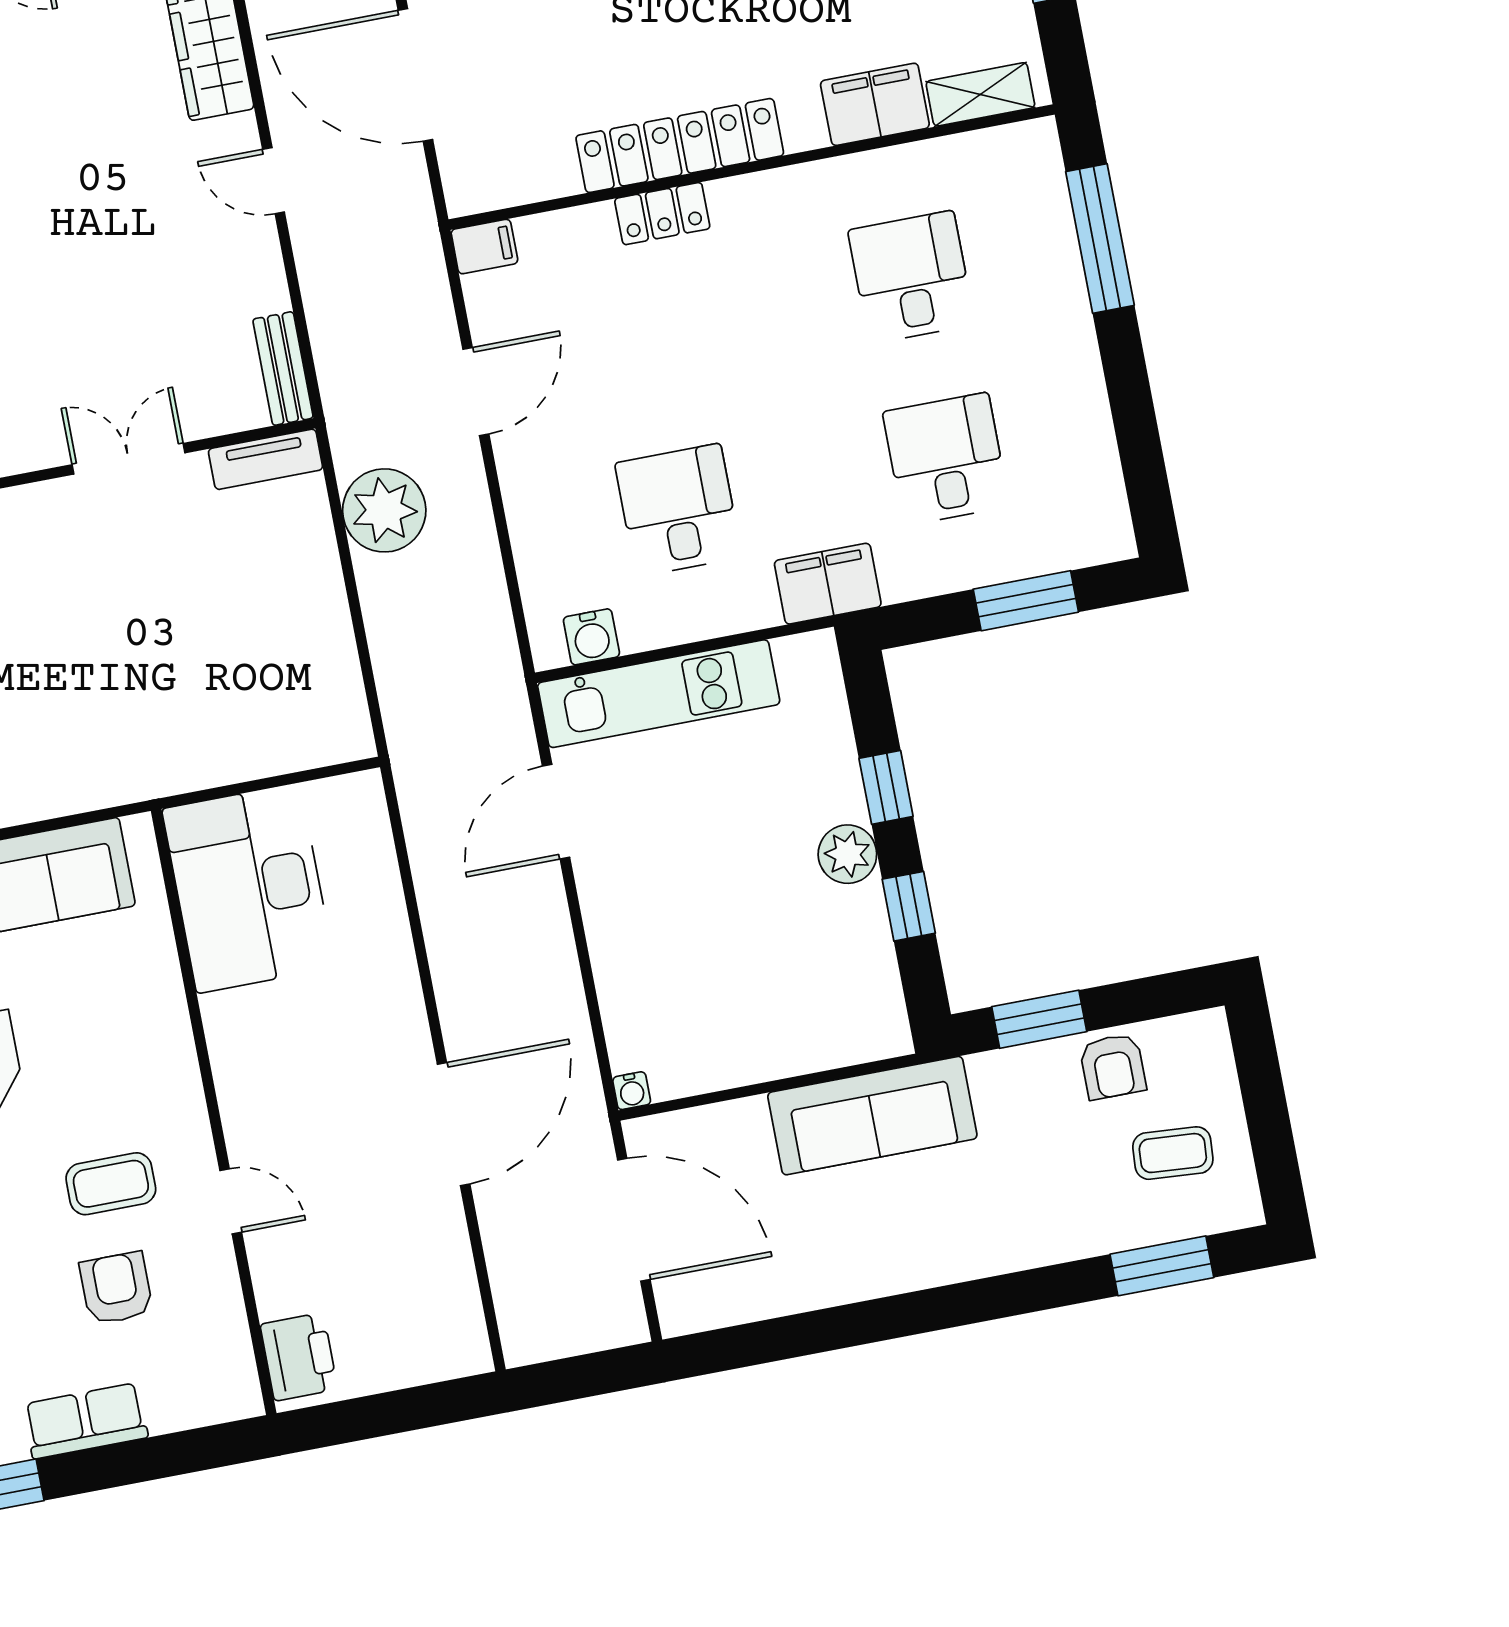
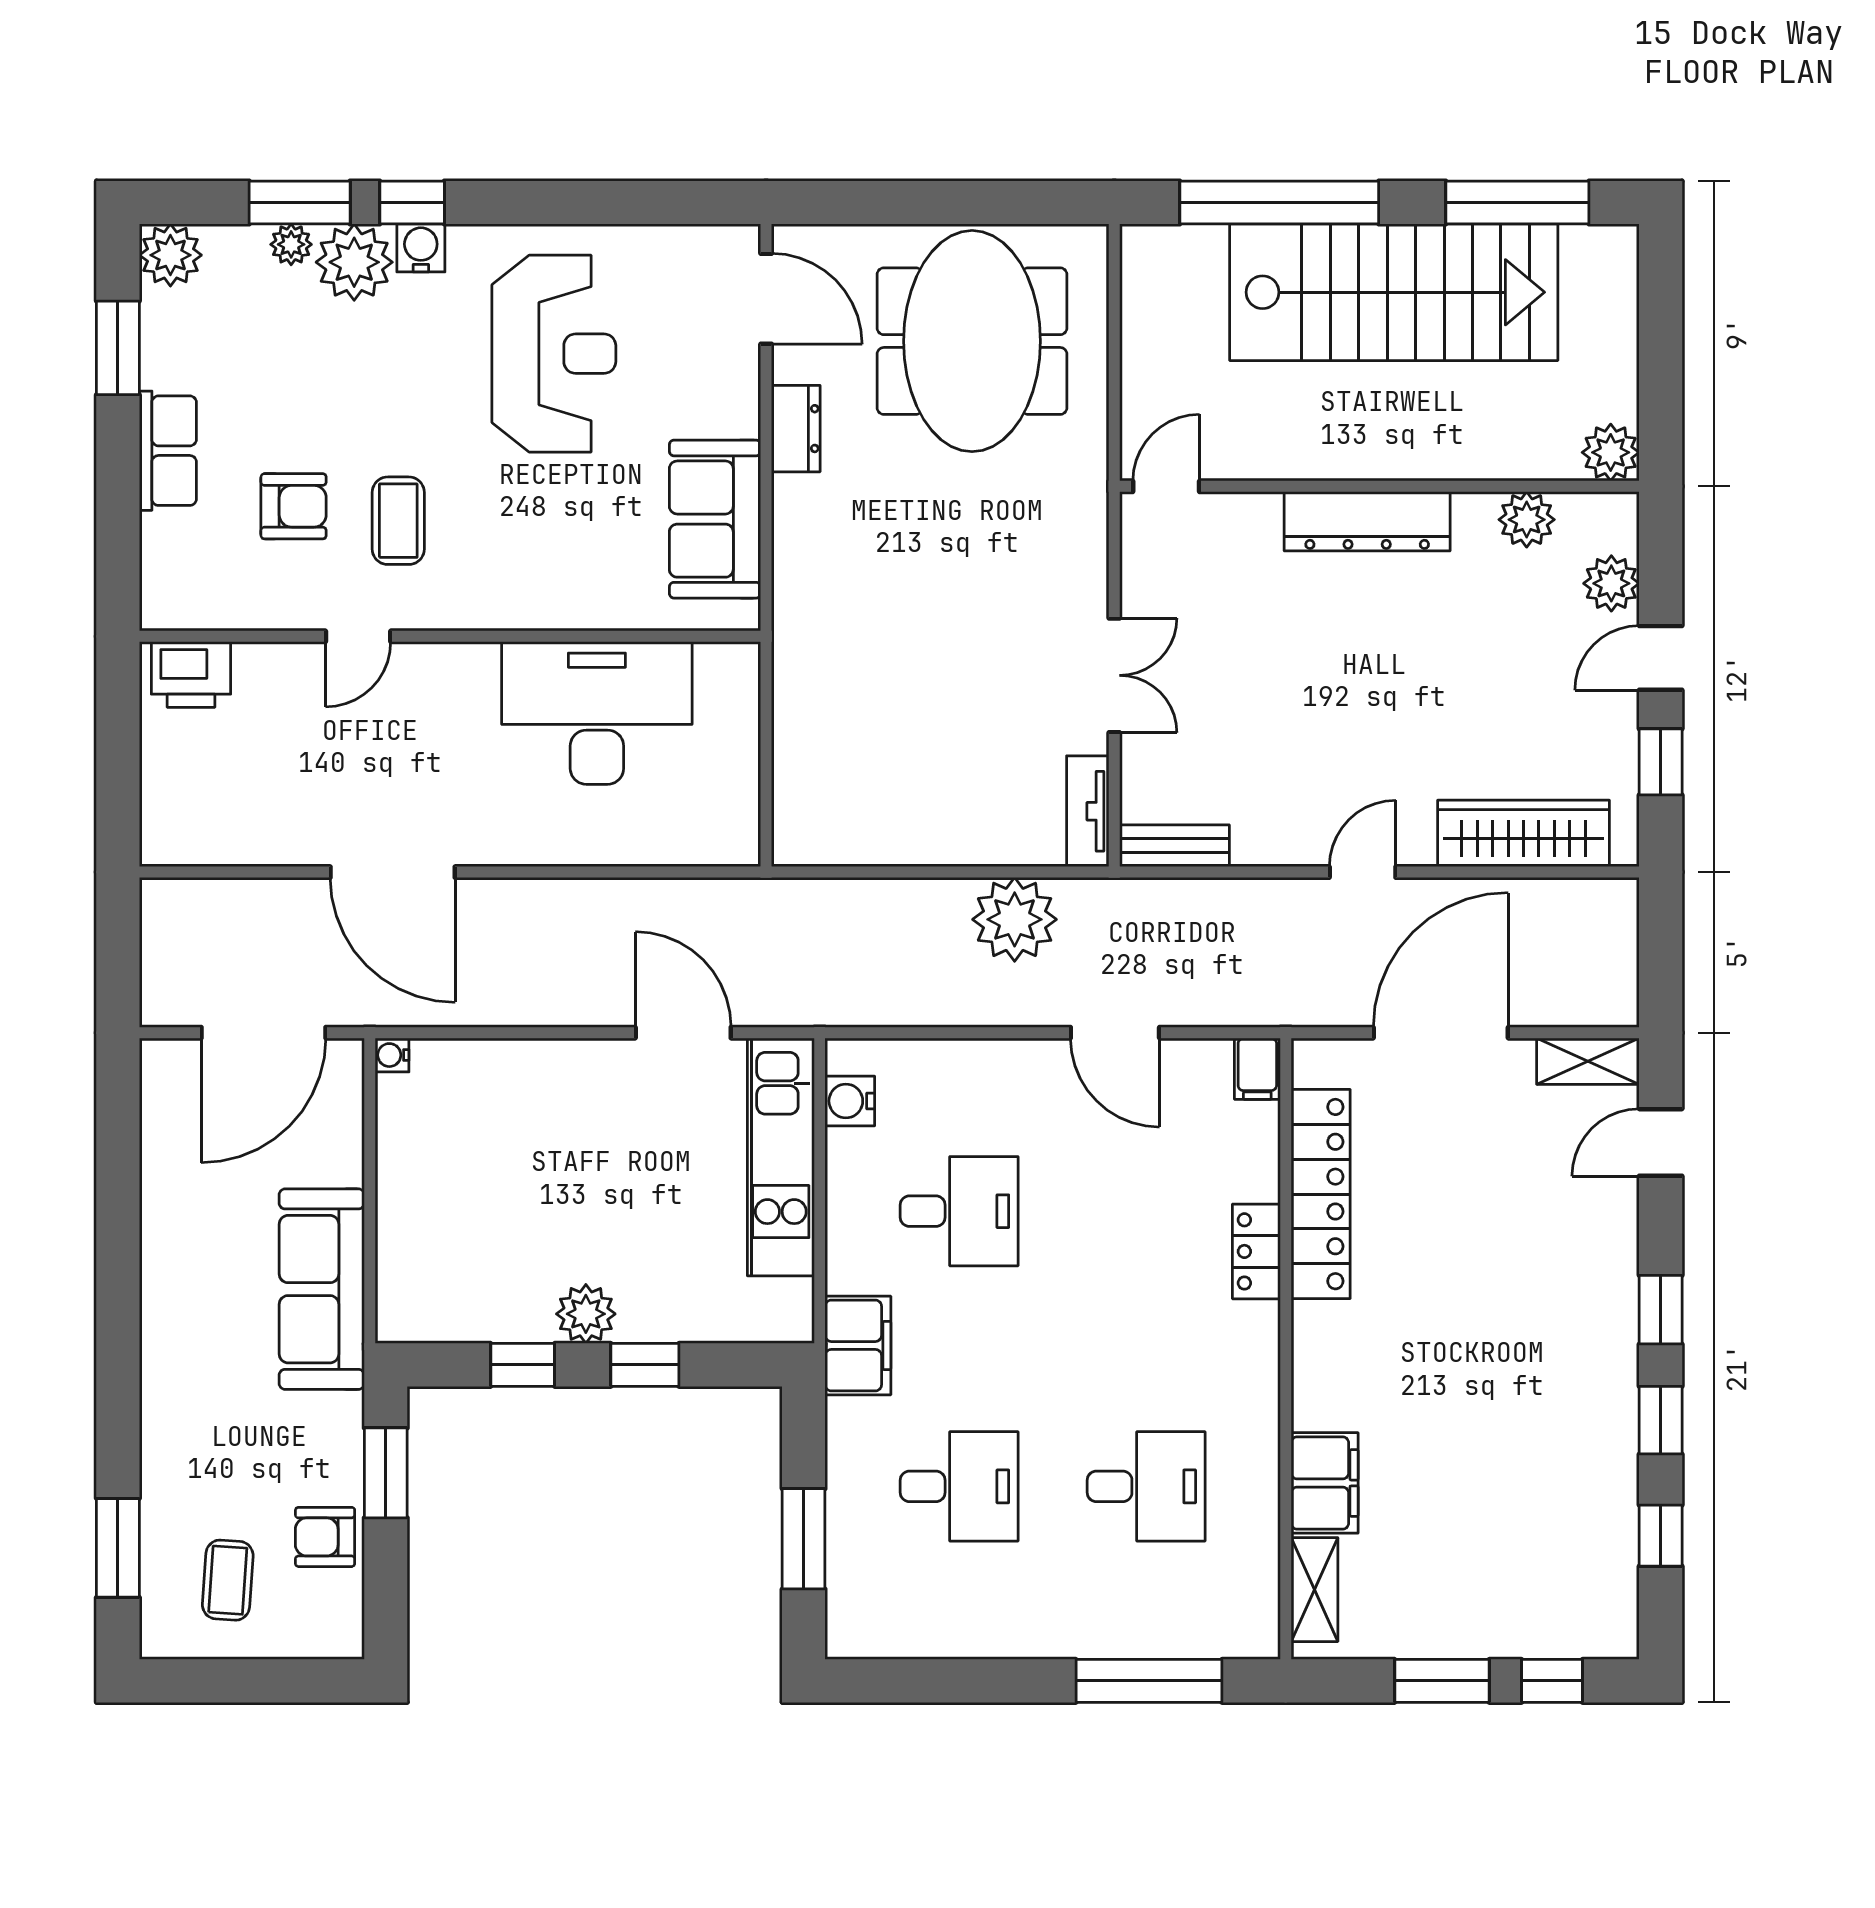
locker: (680, 146) -> (1321, 1194), moved
desk: (248, 888) -> (597, 713), moved

